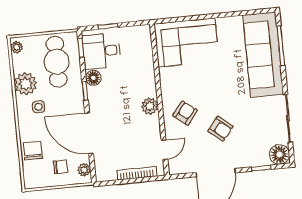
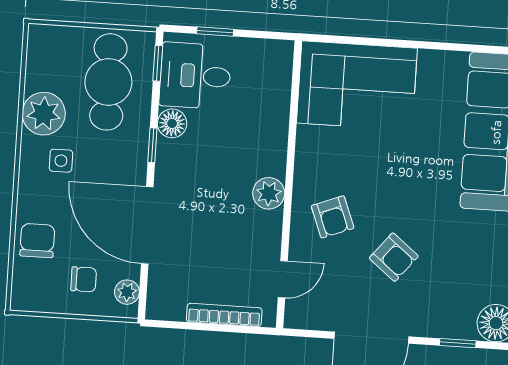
plant: (17, 47) -> (38, 43), removed
armchair: (185, 113) -> (333, 217), turned 121

